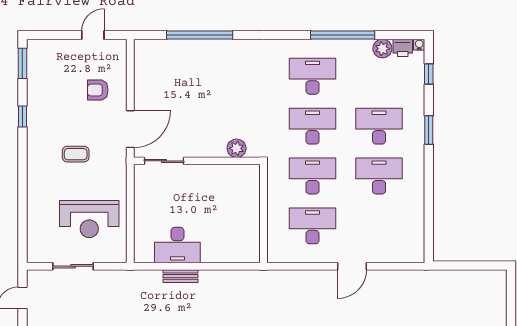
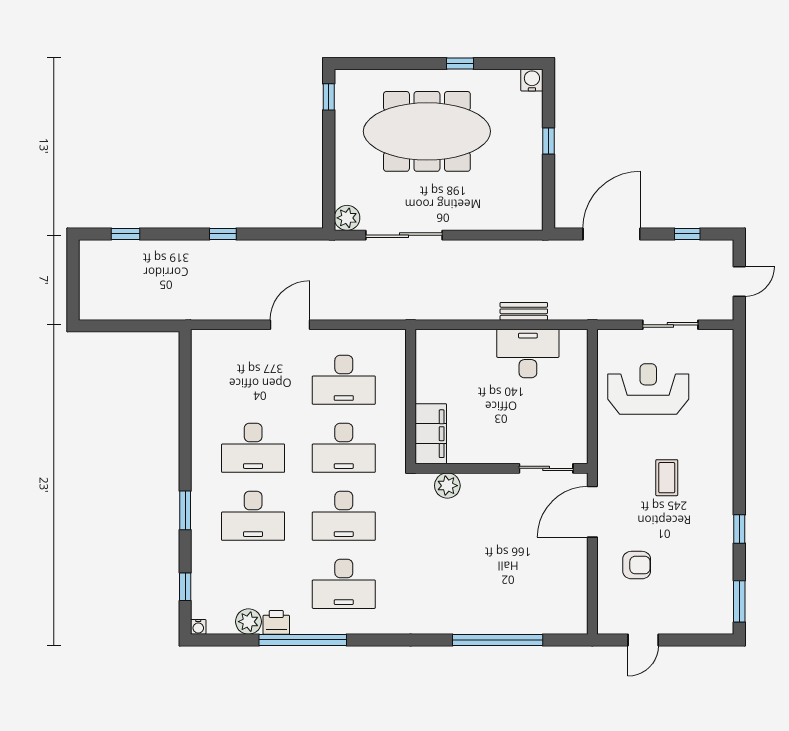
printer: (403, 48) -> (276, 622), moved
coffee table: (76, 154) -> (667, 478), turned 90
filing cabinet: (249, 186) -> (431, 434), added

